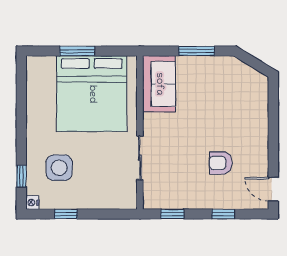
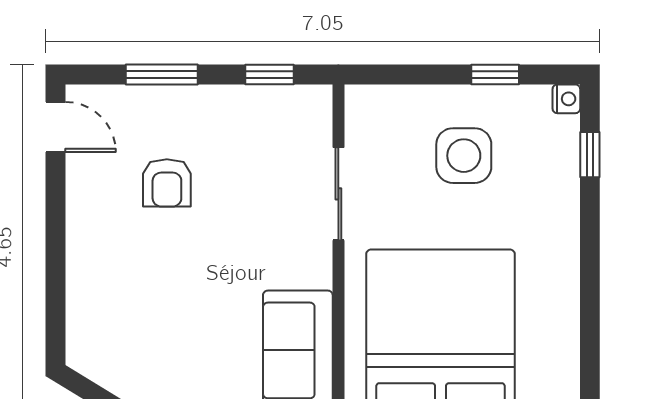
armchair: (221, 163) -> (167, 183), turned 90
side table: (59, 168) -> (464, 156), moved
window: (223, 214) -> (162, 75), width x1.50

